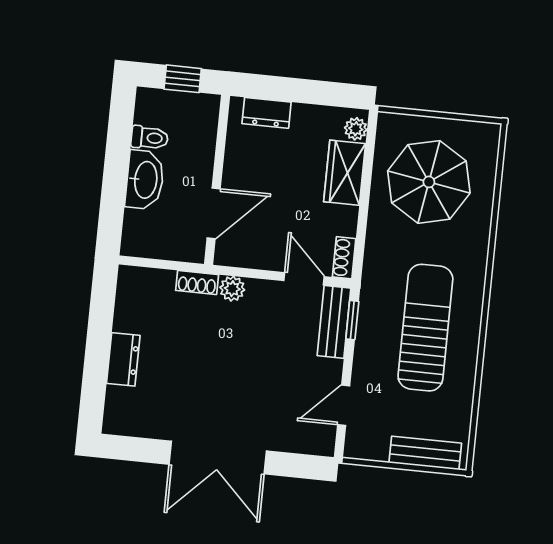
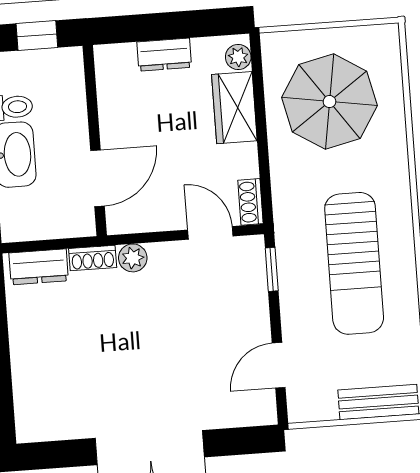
dresser: (267, 113) -> (164, 55), moved
bench: (334, 322) -> (252, 275), removed
sun lounger: (425, 328) -> (354, 263), turned 180
dresser: (123, 359) -> (39, 267), moved, turned 90

